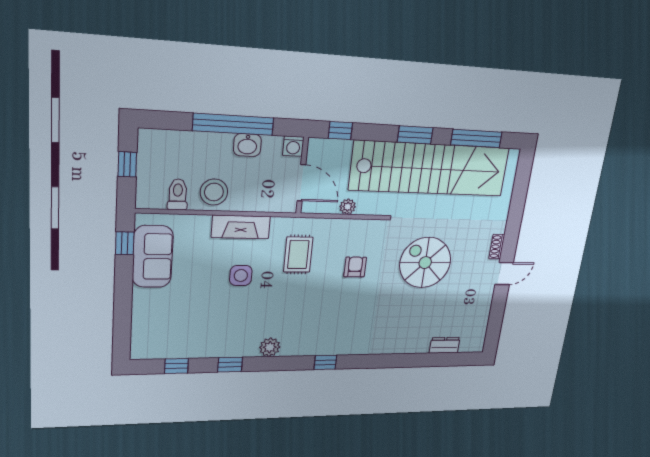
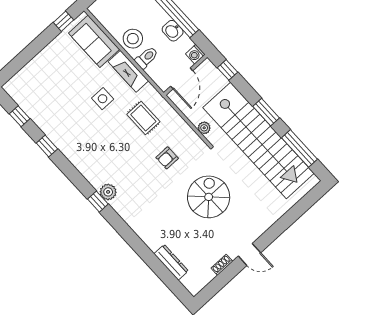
toilet: (178, 194) -> (147, 58), moved
plant: (348, 207) -> (204, 128), moved
shoe rack: (497, 247) -> (222, 265), moved
rug: (298, 255) -> (143, 118), turned 90
sofa: (153, 257) -> (94, 41), moved, turned 90
armchair: (355, 267) -> (167, 158), turned 180
dresser: (445, 345) -> (171, 262), width x1.44
plant: (270, 347) -> (108, 192), moved

